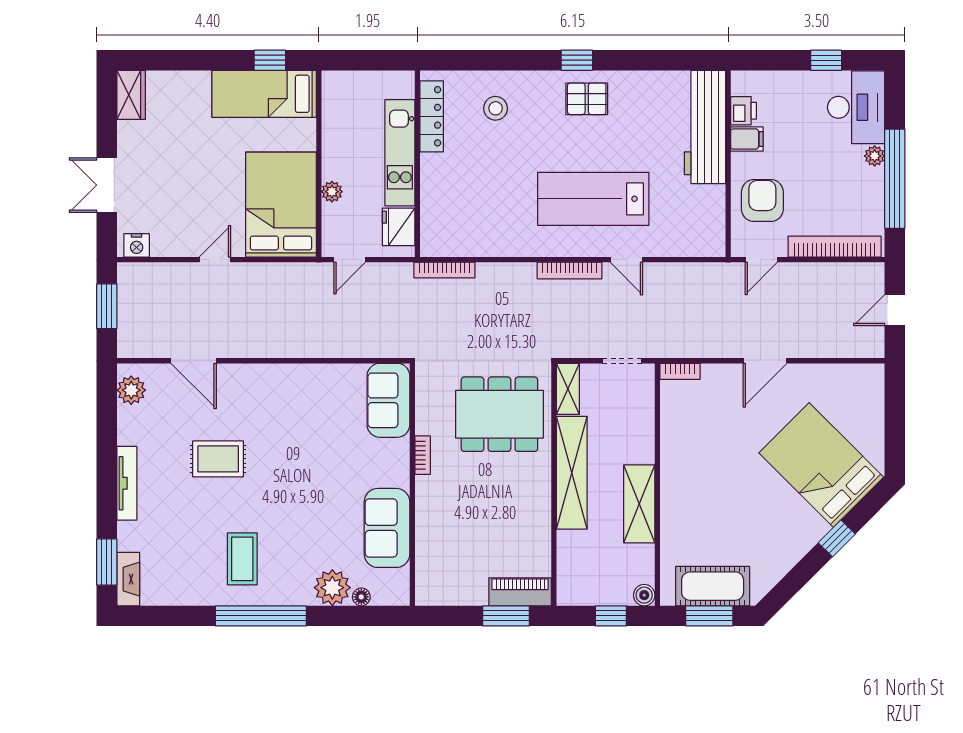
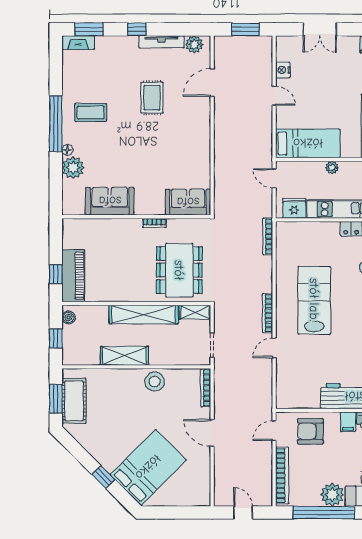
plant: (875, 156) -> (332, 495), width x1.87, depth x1.87
double door: (107, 185) -> (320, 29), swing flipped
plant: (332, 192) -> (332, 167), moved
lab bench: (593, 199) -> (314, 300), moved
armchair: (762, 201) -> (310, 431), turned 180
bed: (281, 205) -> (308, 143), width x0.67
nightstand: (137, 245) -> (283, 70), moved
door: (761, 260) -> (274, 431), hinge flipped
bookcase: (680, 371) -> (206, 388), width x1.56
stool: (681, 455) -> (155, 382), added
window: (107, 483) -> (137, 29), added
tv unit: (127, 483) -> (161, 42), moved
piano: (520, 592) -> (73, 276), width x1.37, depth x1.33
boiler: (644, 595) -> (69, 317), moved
floor lamp: (361, 597) -> (67, 150), moved
window: (506, 616) -> (56, 274), width x0.67

